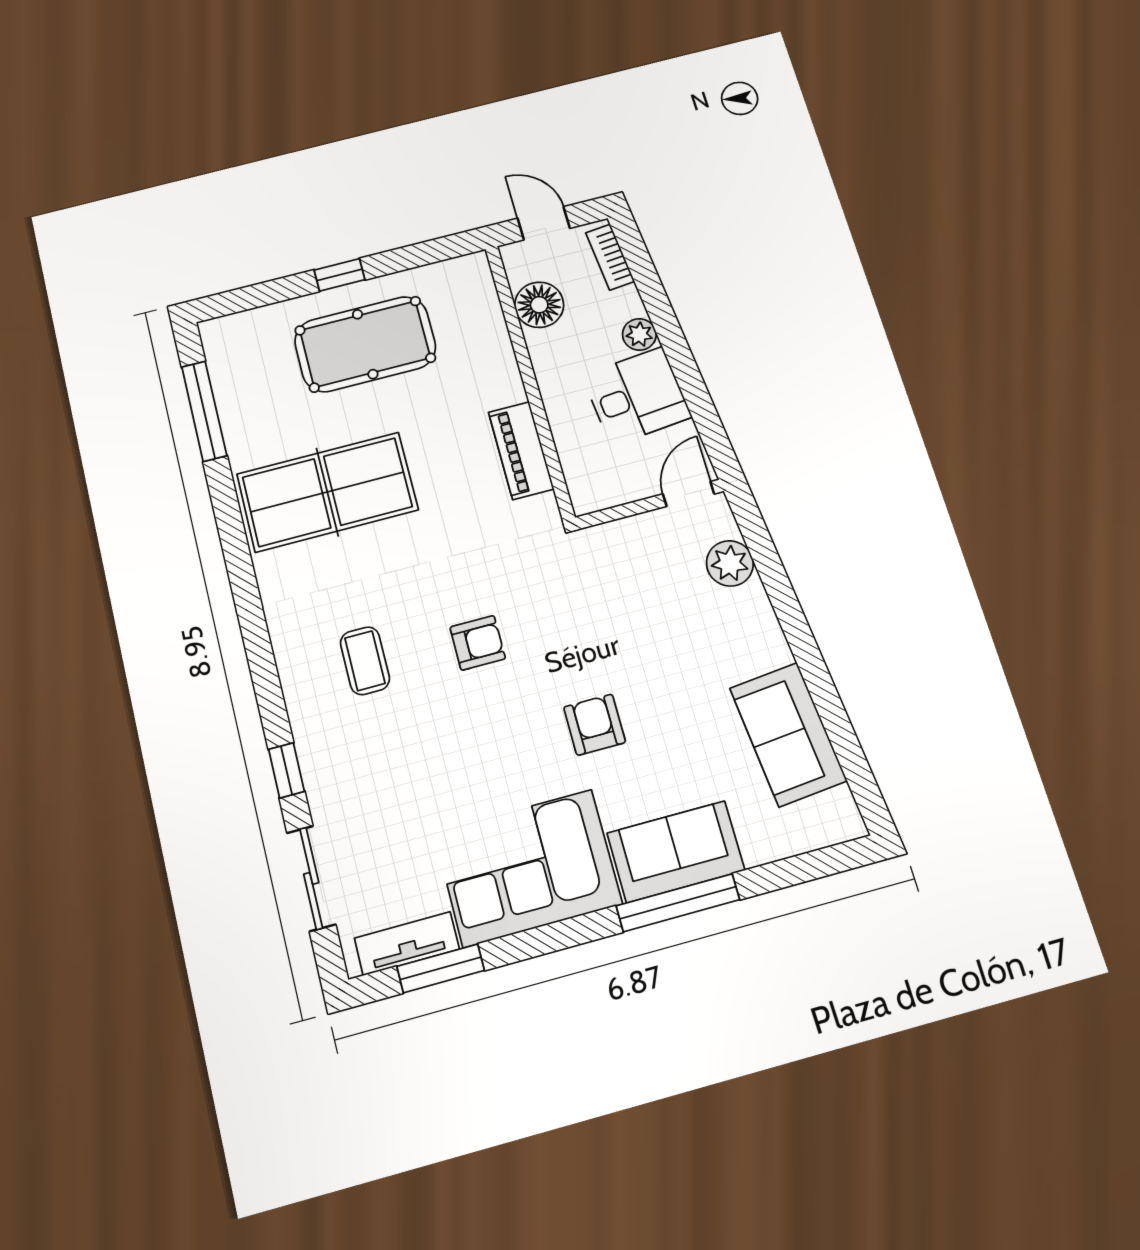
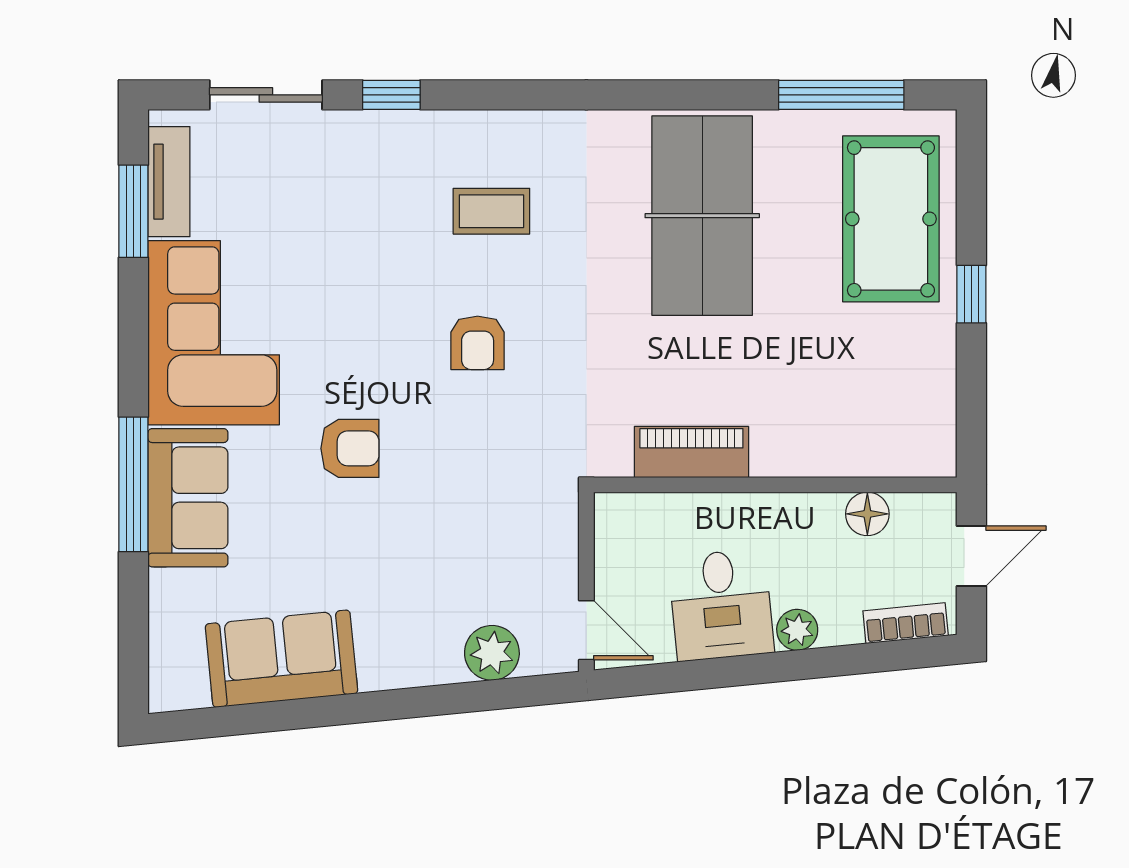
floor lamp: (539, 305) -> (867, 514), width x0.73, depth x0.73
pool table: (365, 344) -> (891, 219), moved

